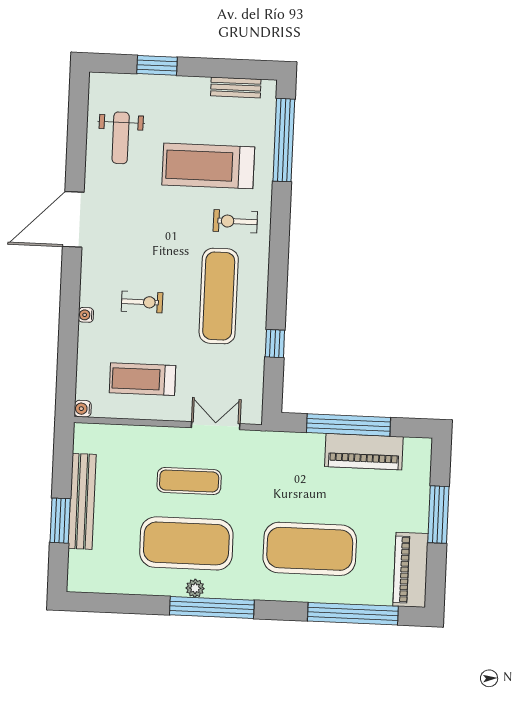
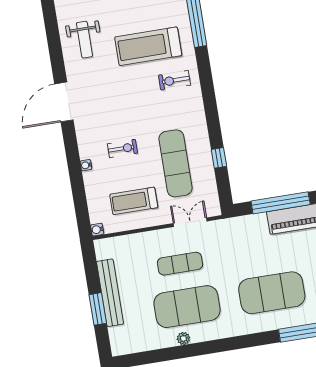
exercise mat: (219, 296) -> (175, 163), moved
plant: (195, 588) -> (183, 338), moved
window: (212, 608) -> (214, 347), removed

